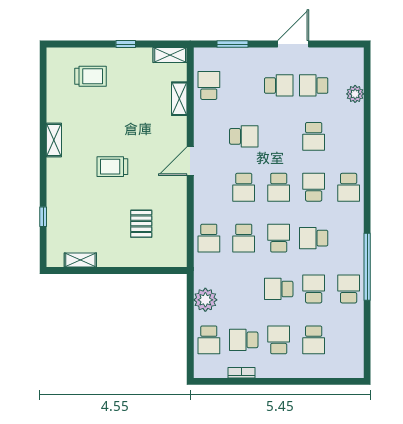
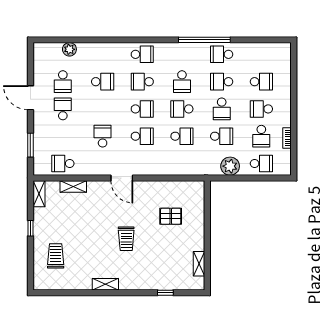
school desk: (209, 238) -> (222, 136), moved

